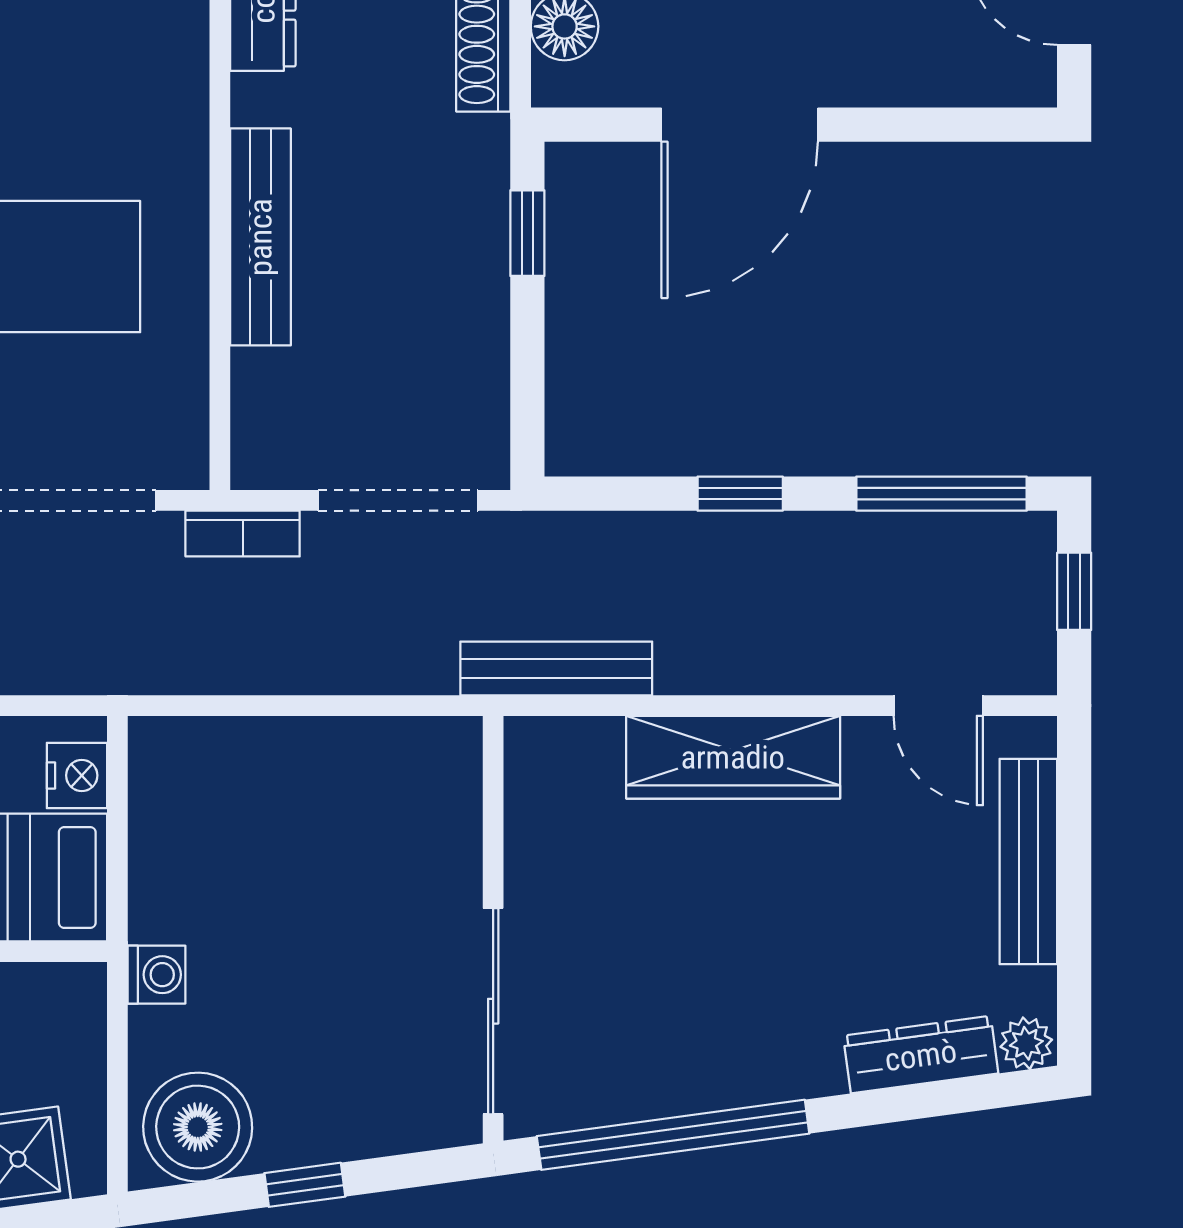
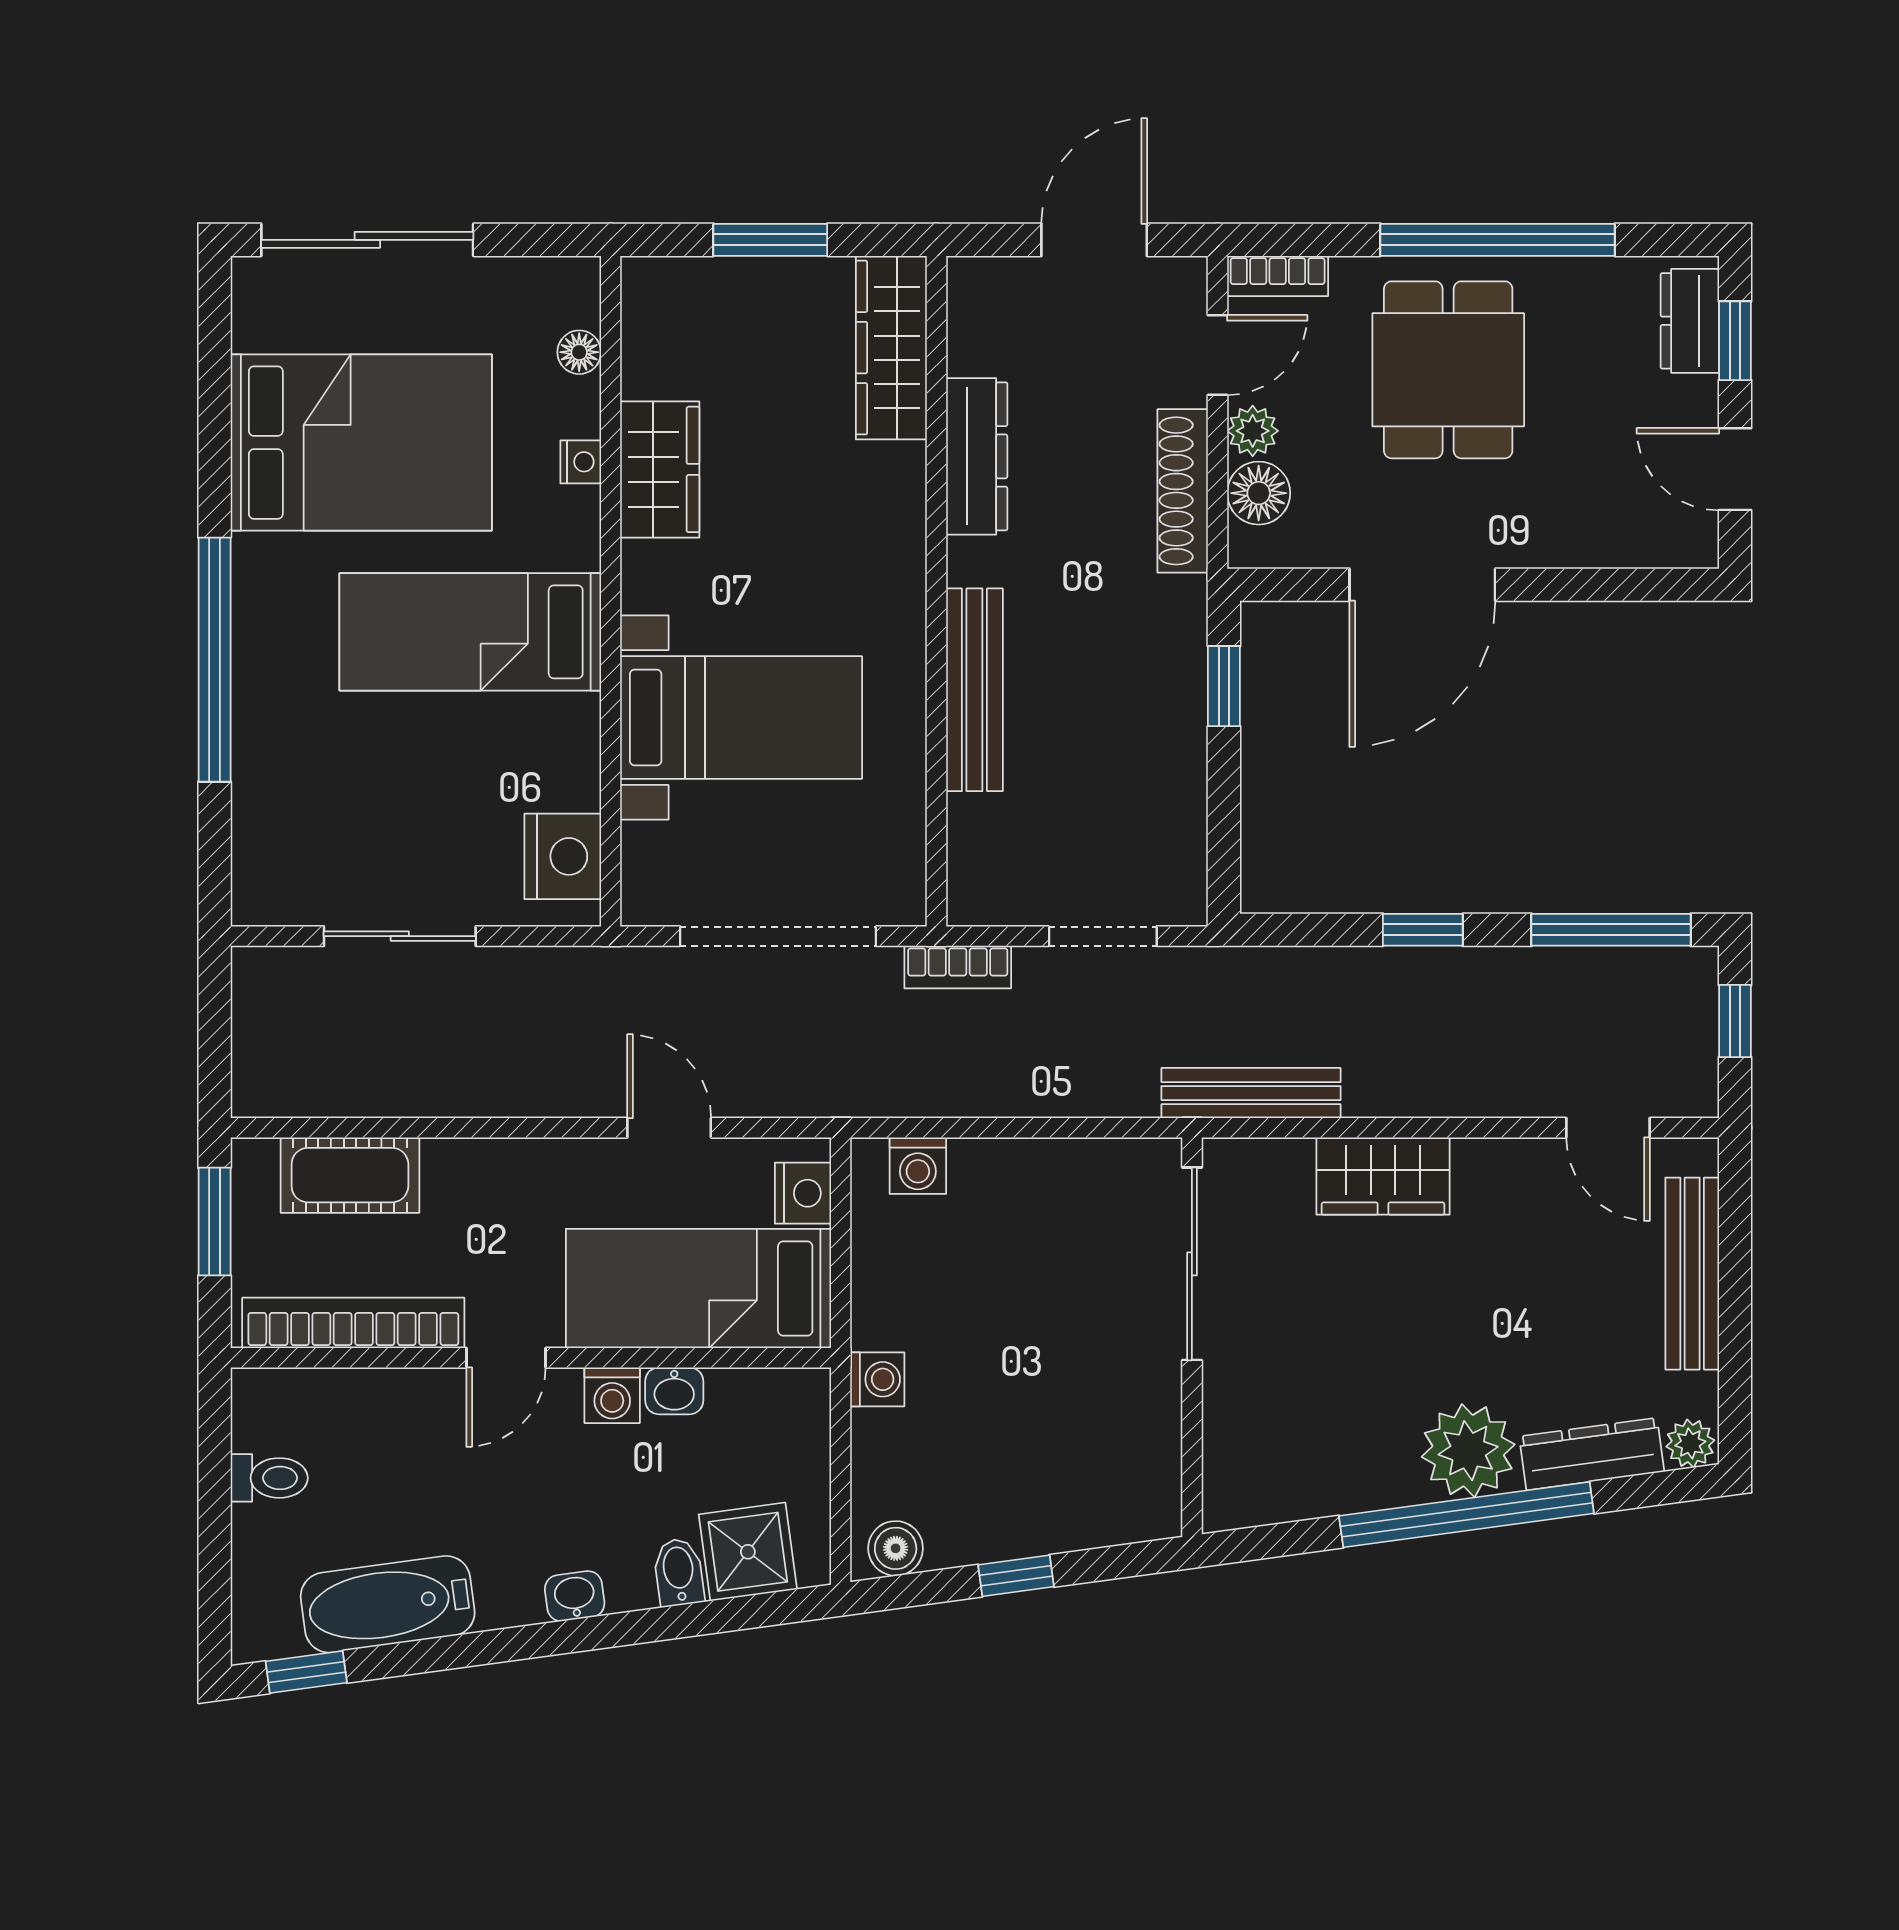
doorway: (398, 500) -> (1103, 936), width x0.73
washing machine: (200, 746) -> (918, 1166), added
wardrobe: (733, 757) -> (1383, 1176), width x0.67
sliding door: (493, 1011) -> (1192, 1264), moved
plant: (789, 1051) -> (1468, 1451), added
boiler: (198, 1127) -> (896, 1548), width x0.54, depth x0.54
window: (673, 1135) -> (1466, 1515), moved

